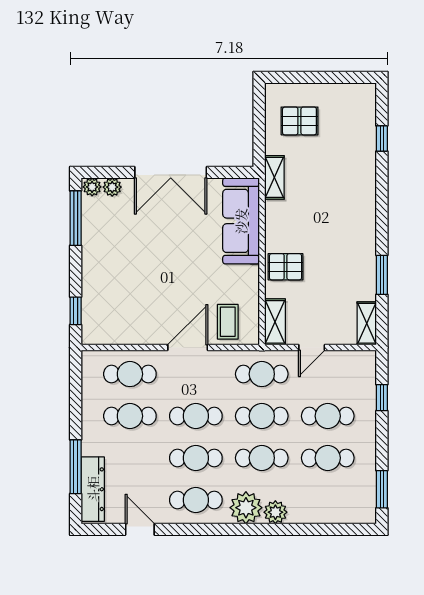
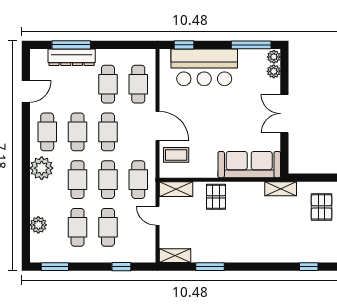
double door: (171, 172) -> (284, 114), width x0.73
bar counter: (107, 283) -> (204, 67), added
dresser: (93, 489) -> (72, 57), moved
plant: (275, 512) -> (38, 225), moved

